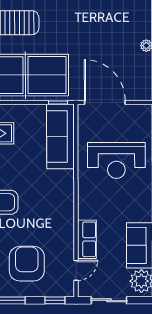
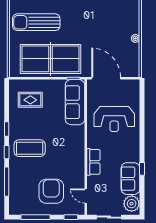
row of seats: (87, 239) -> (93, 162), moved
door: (76, 270) -> (86, 196), swing flipped

